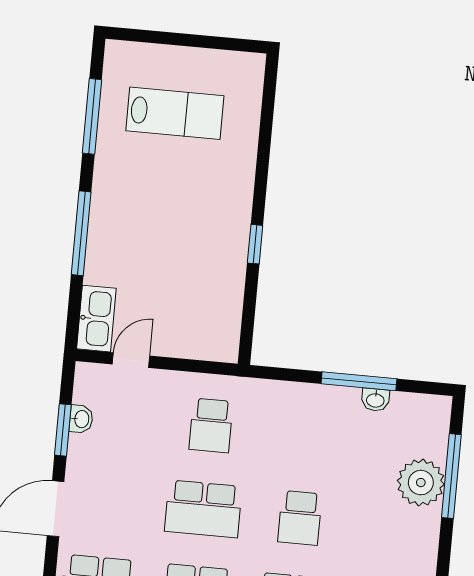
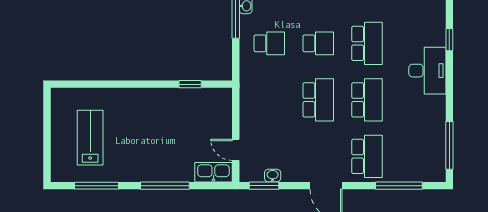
window: (255, 244) -> (190, 84), moved
school desk: (211, 425) -> (269, 43), moved
window: (63, 430) -> (264, 186), moved

